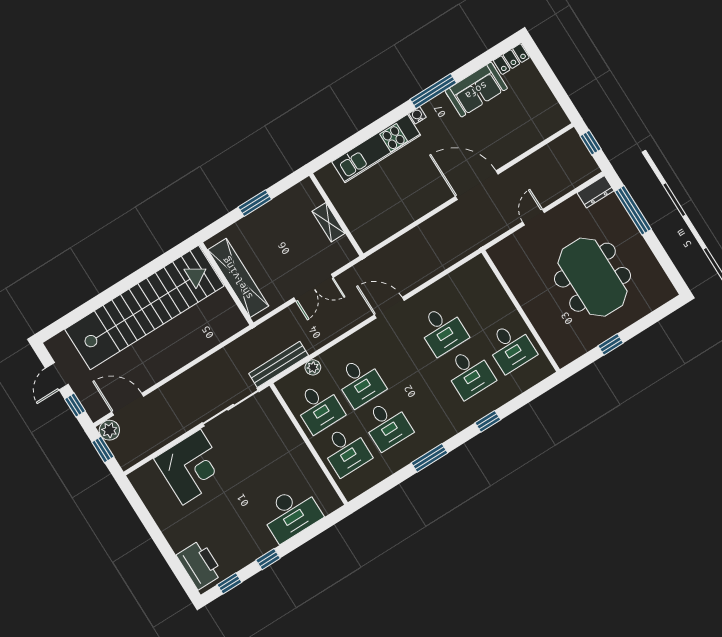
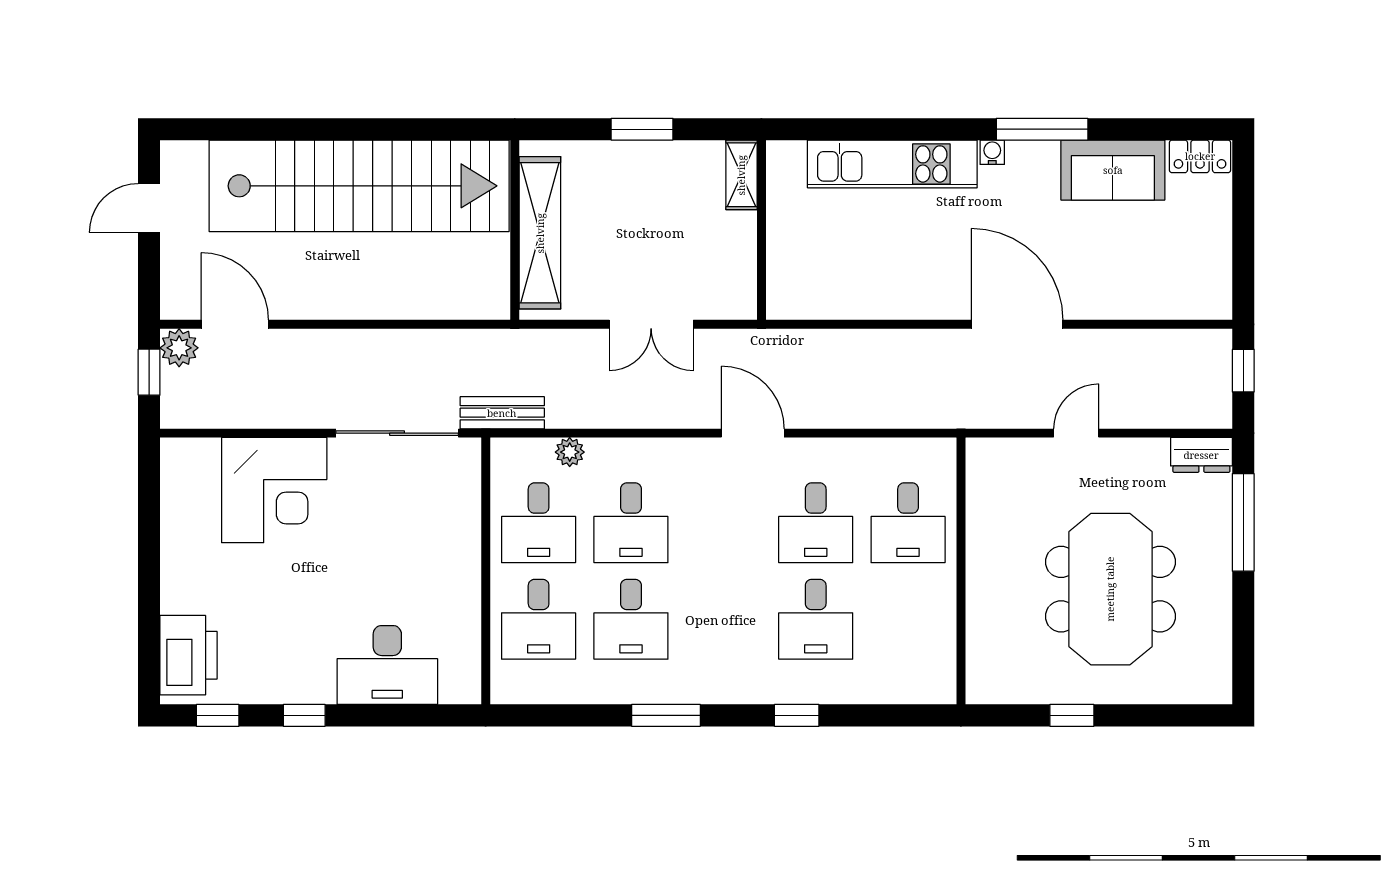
shelving: (329, 222) -> (741, 175), moved
desk: (511, 347) -> (908, 523), moved
bench: (279, 364) -> (502, 413), width x0.73
window: (75, 405) -> (149, 273), removed

